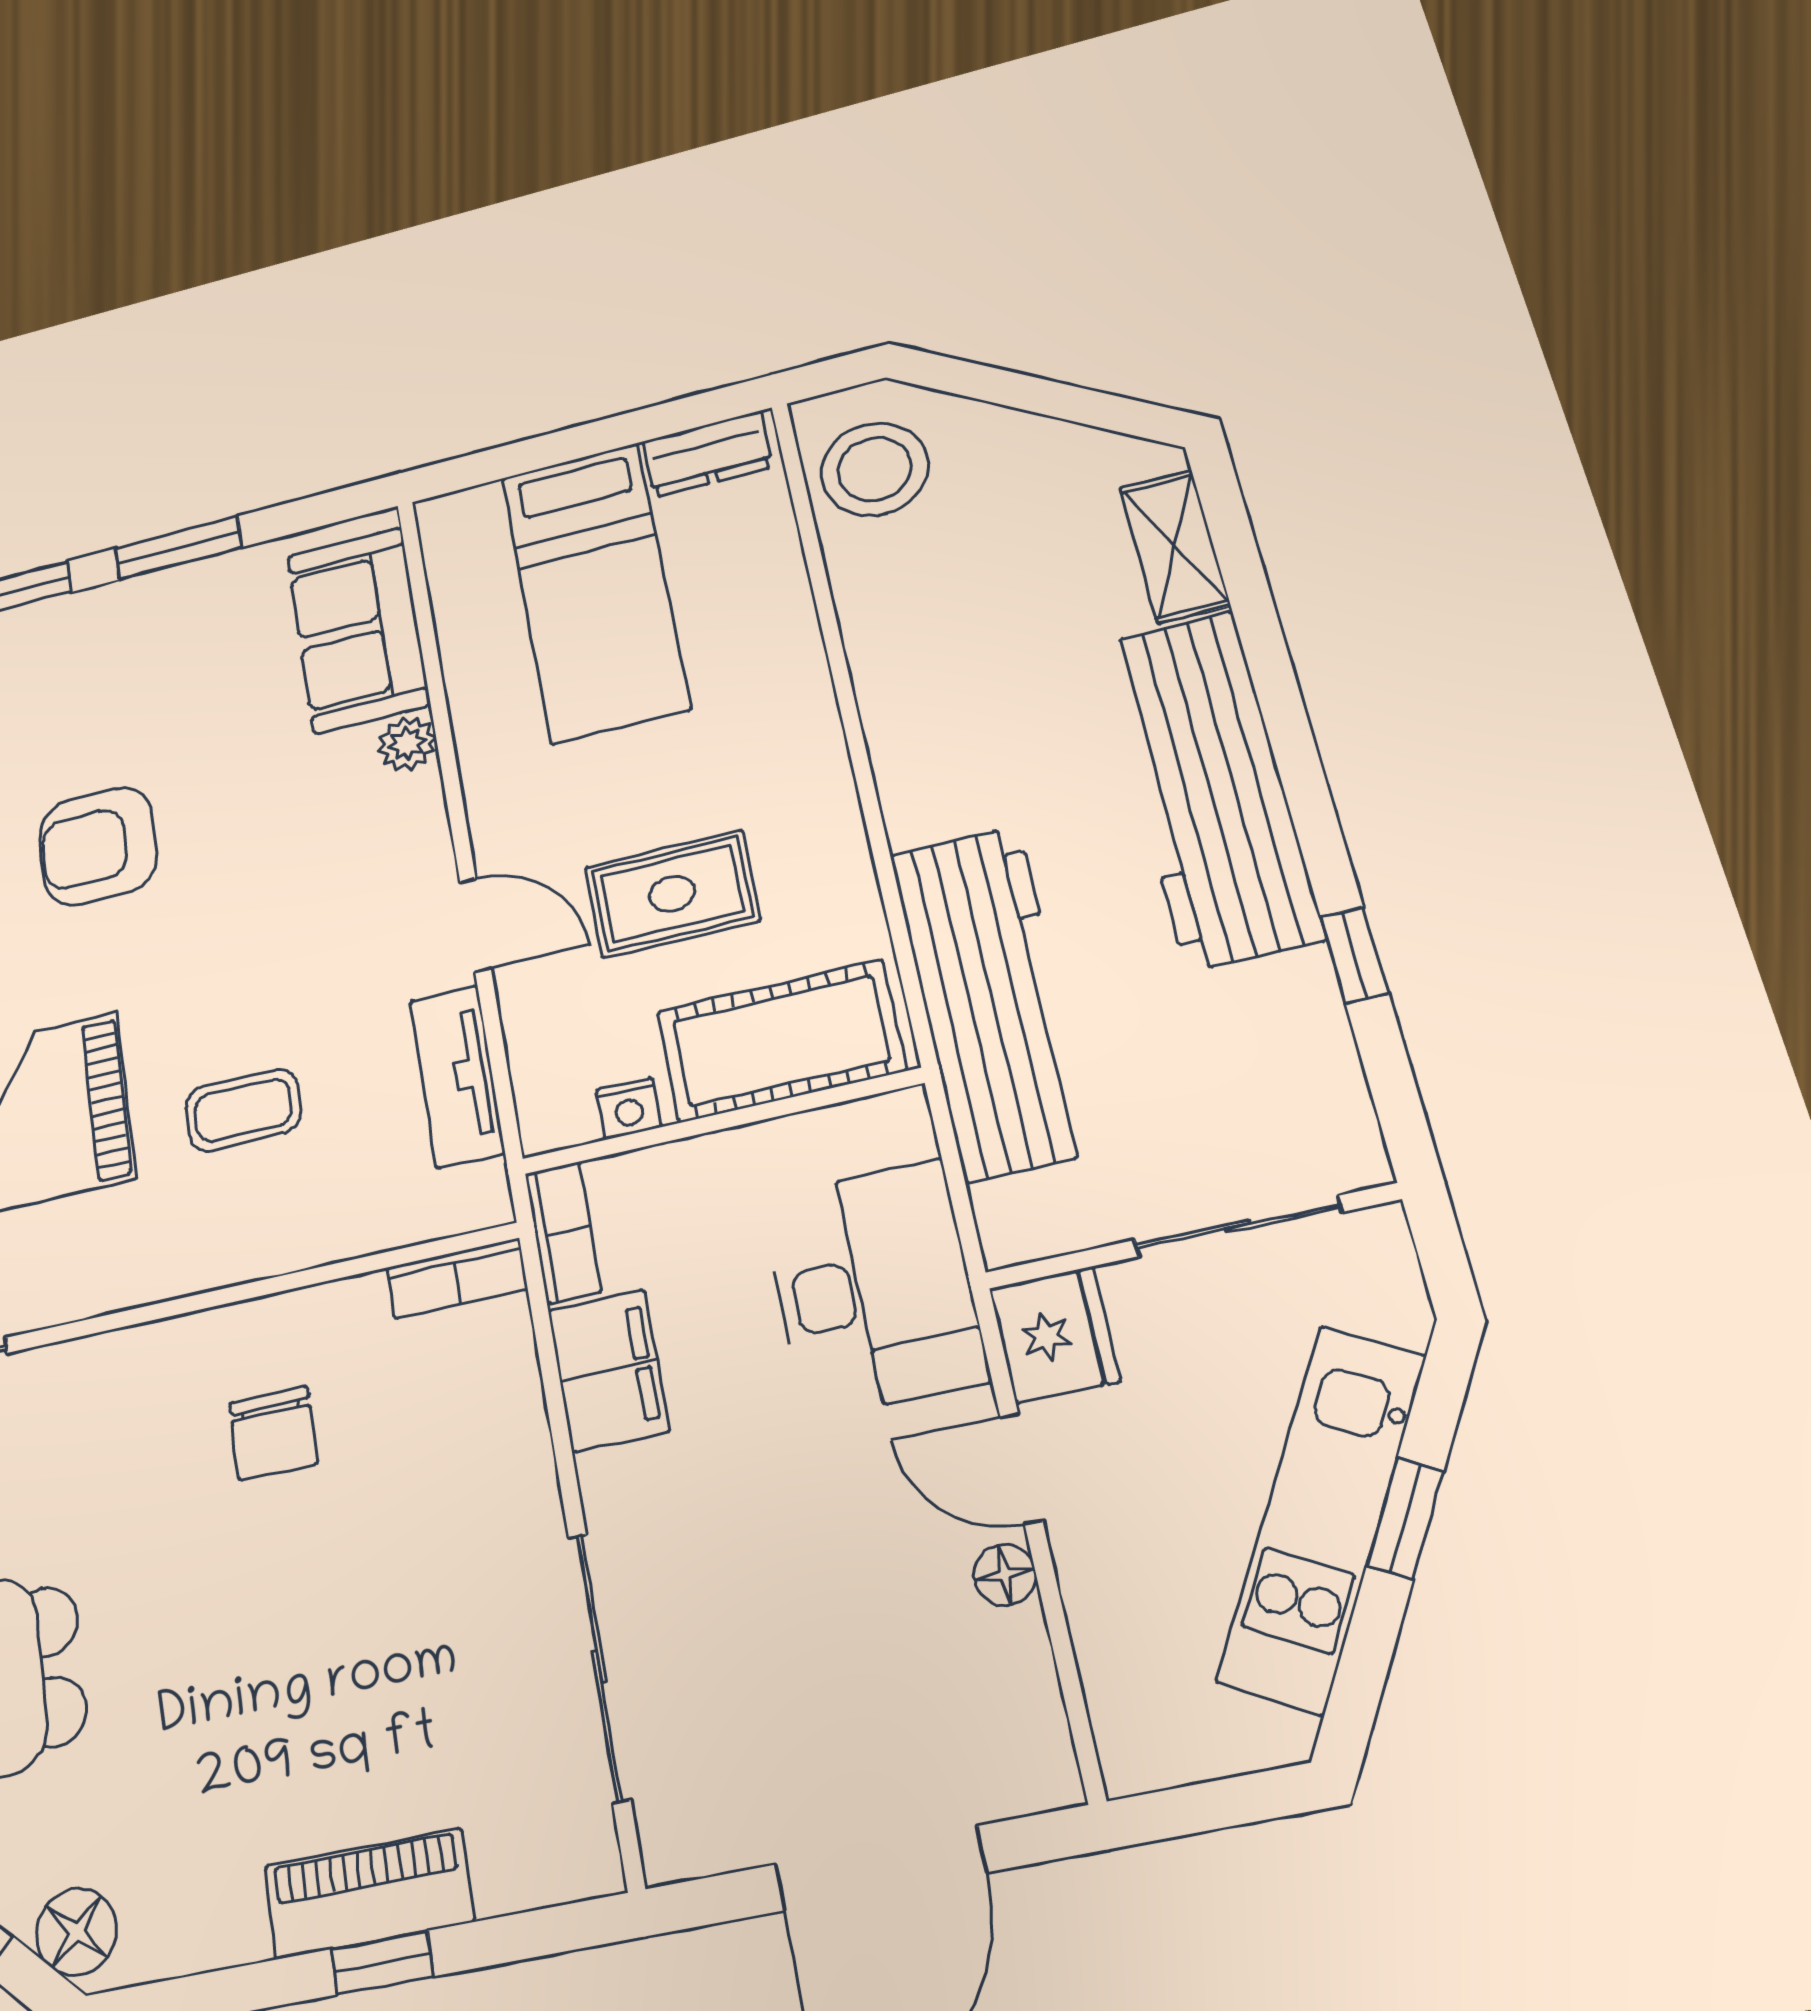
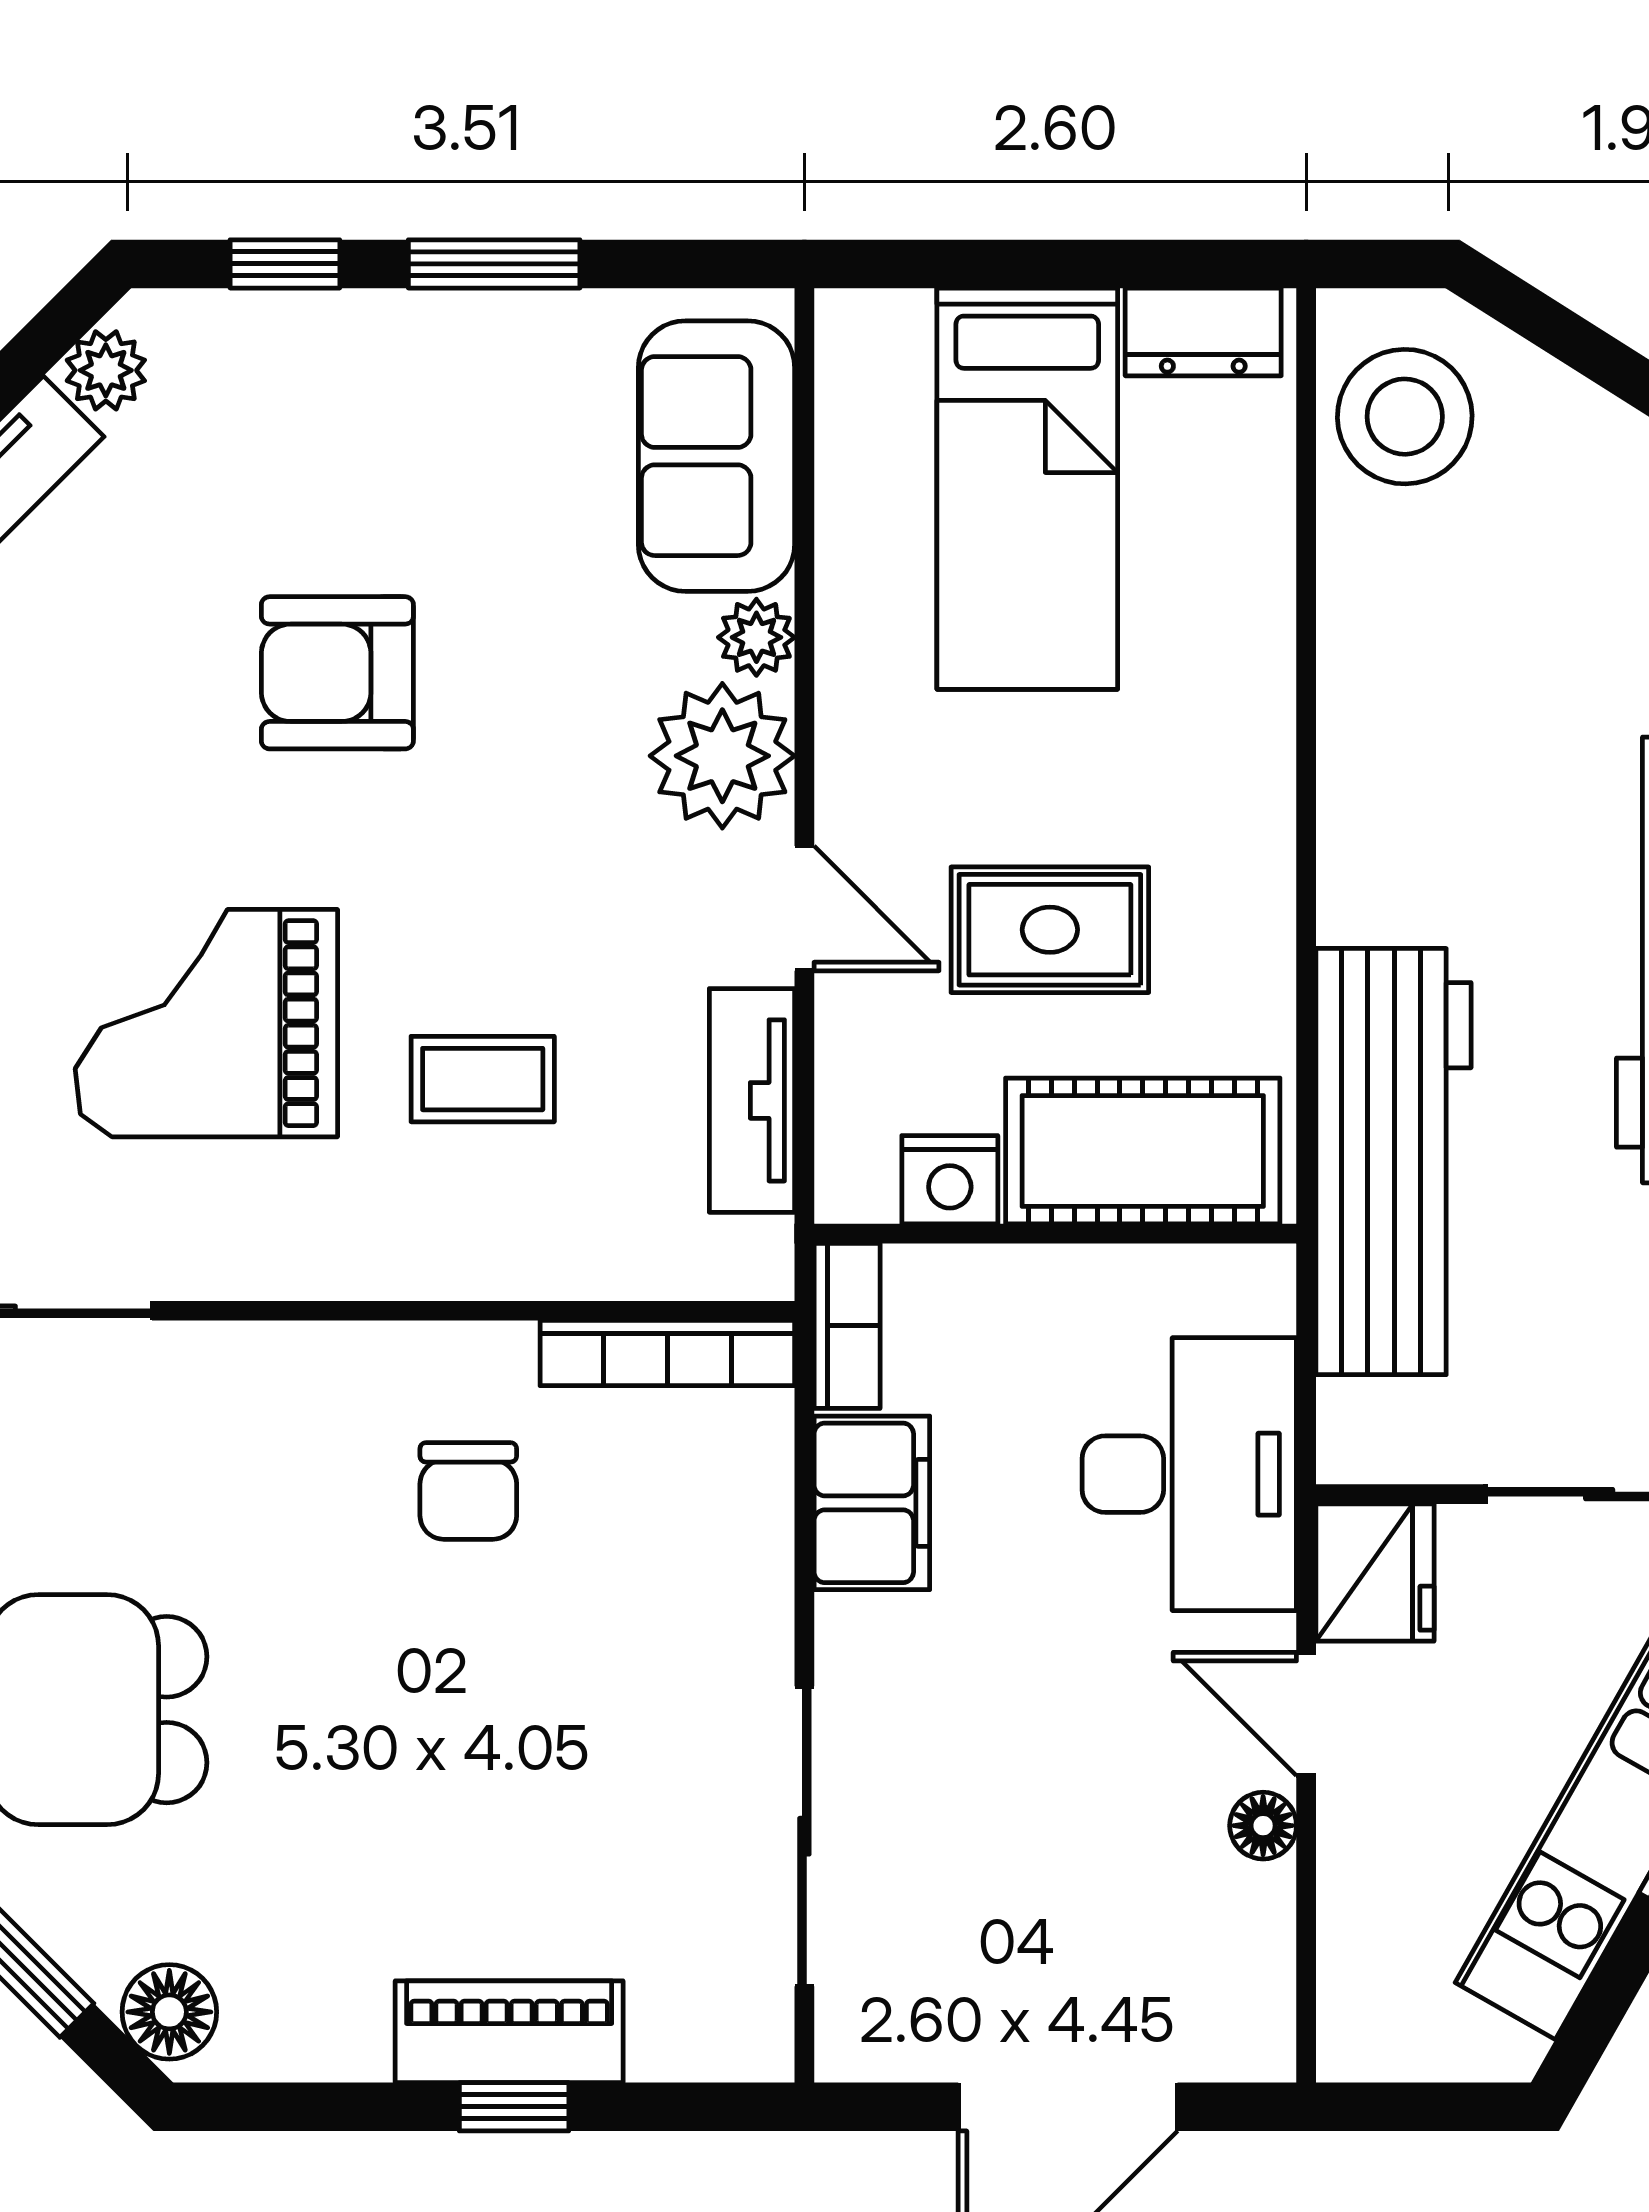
plant: (394, 832) -> (722, 756), added
nightstand: (629, 1108) -> (950, 1180), width x1.39, depth x1.35
bookcase: (457, 1278) -> (667, 1353), width x1.56

